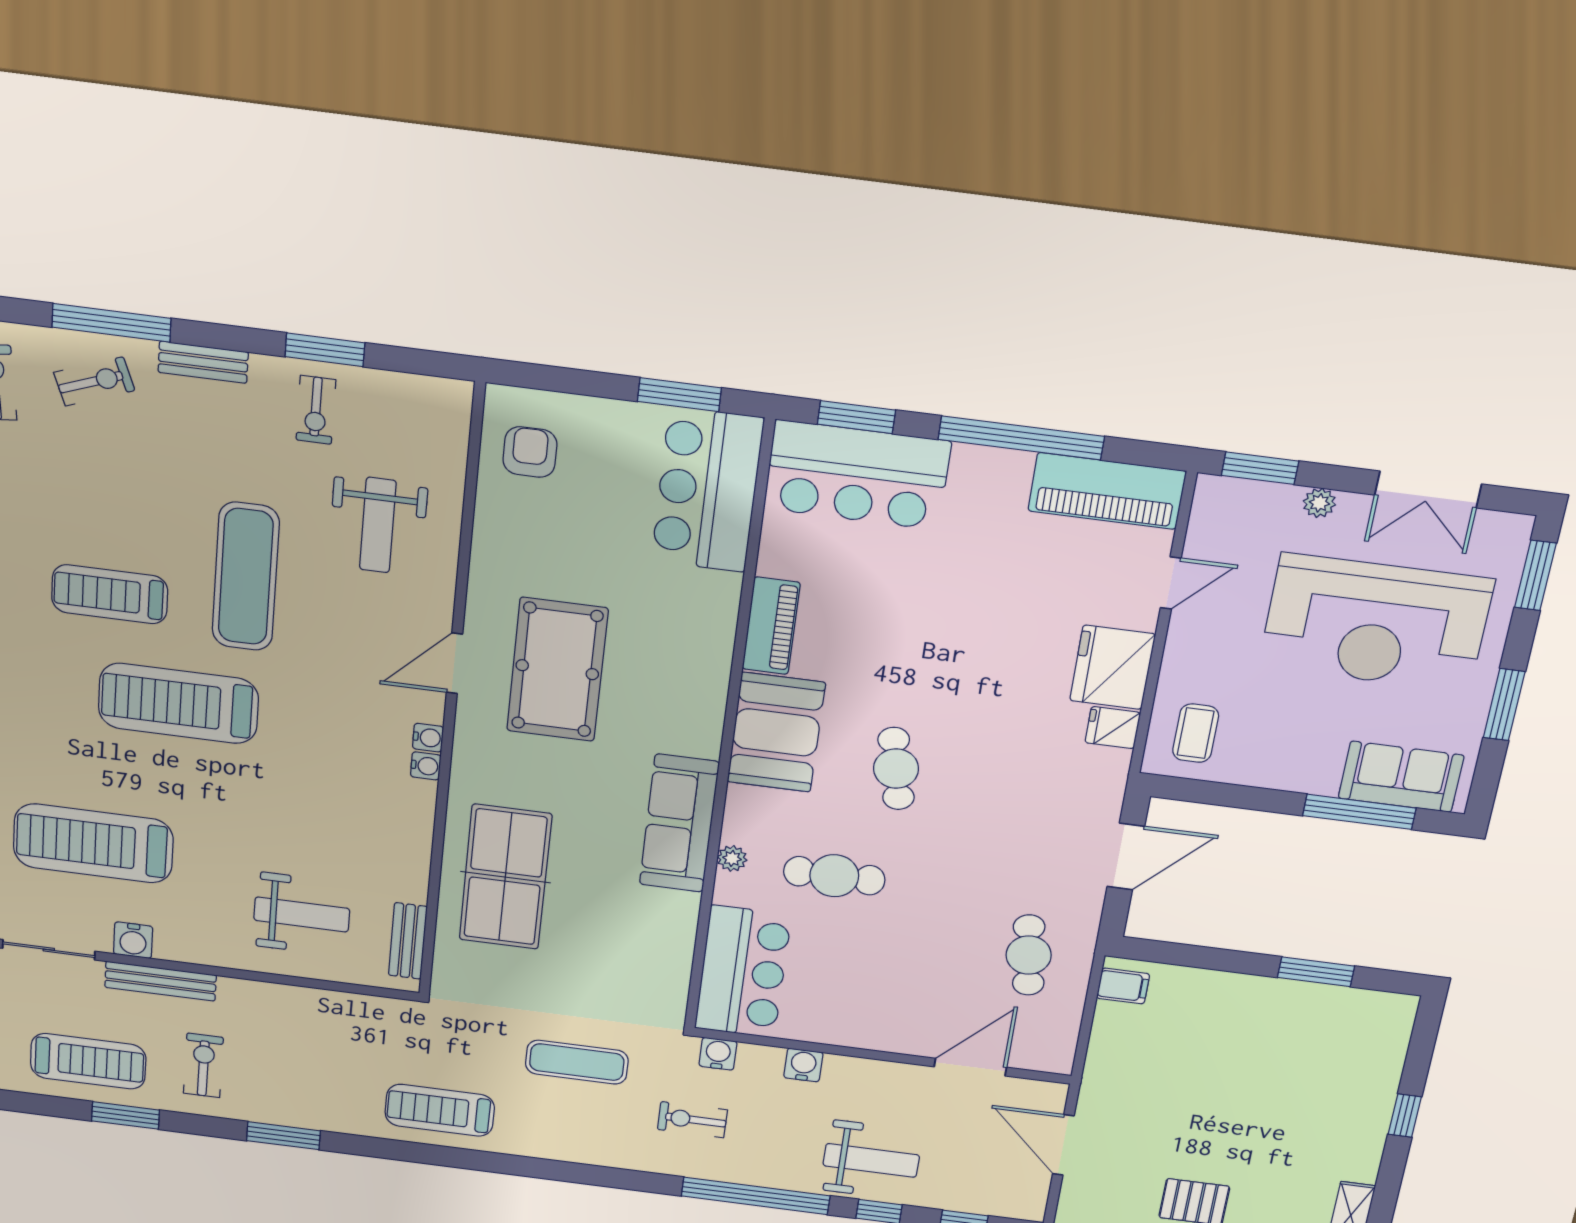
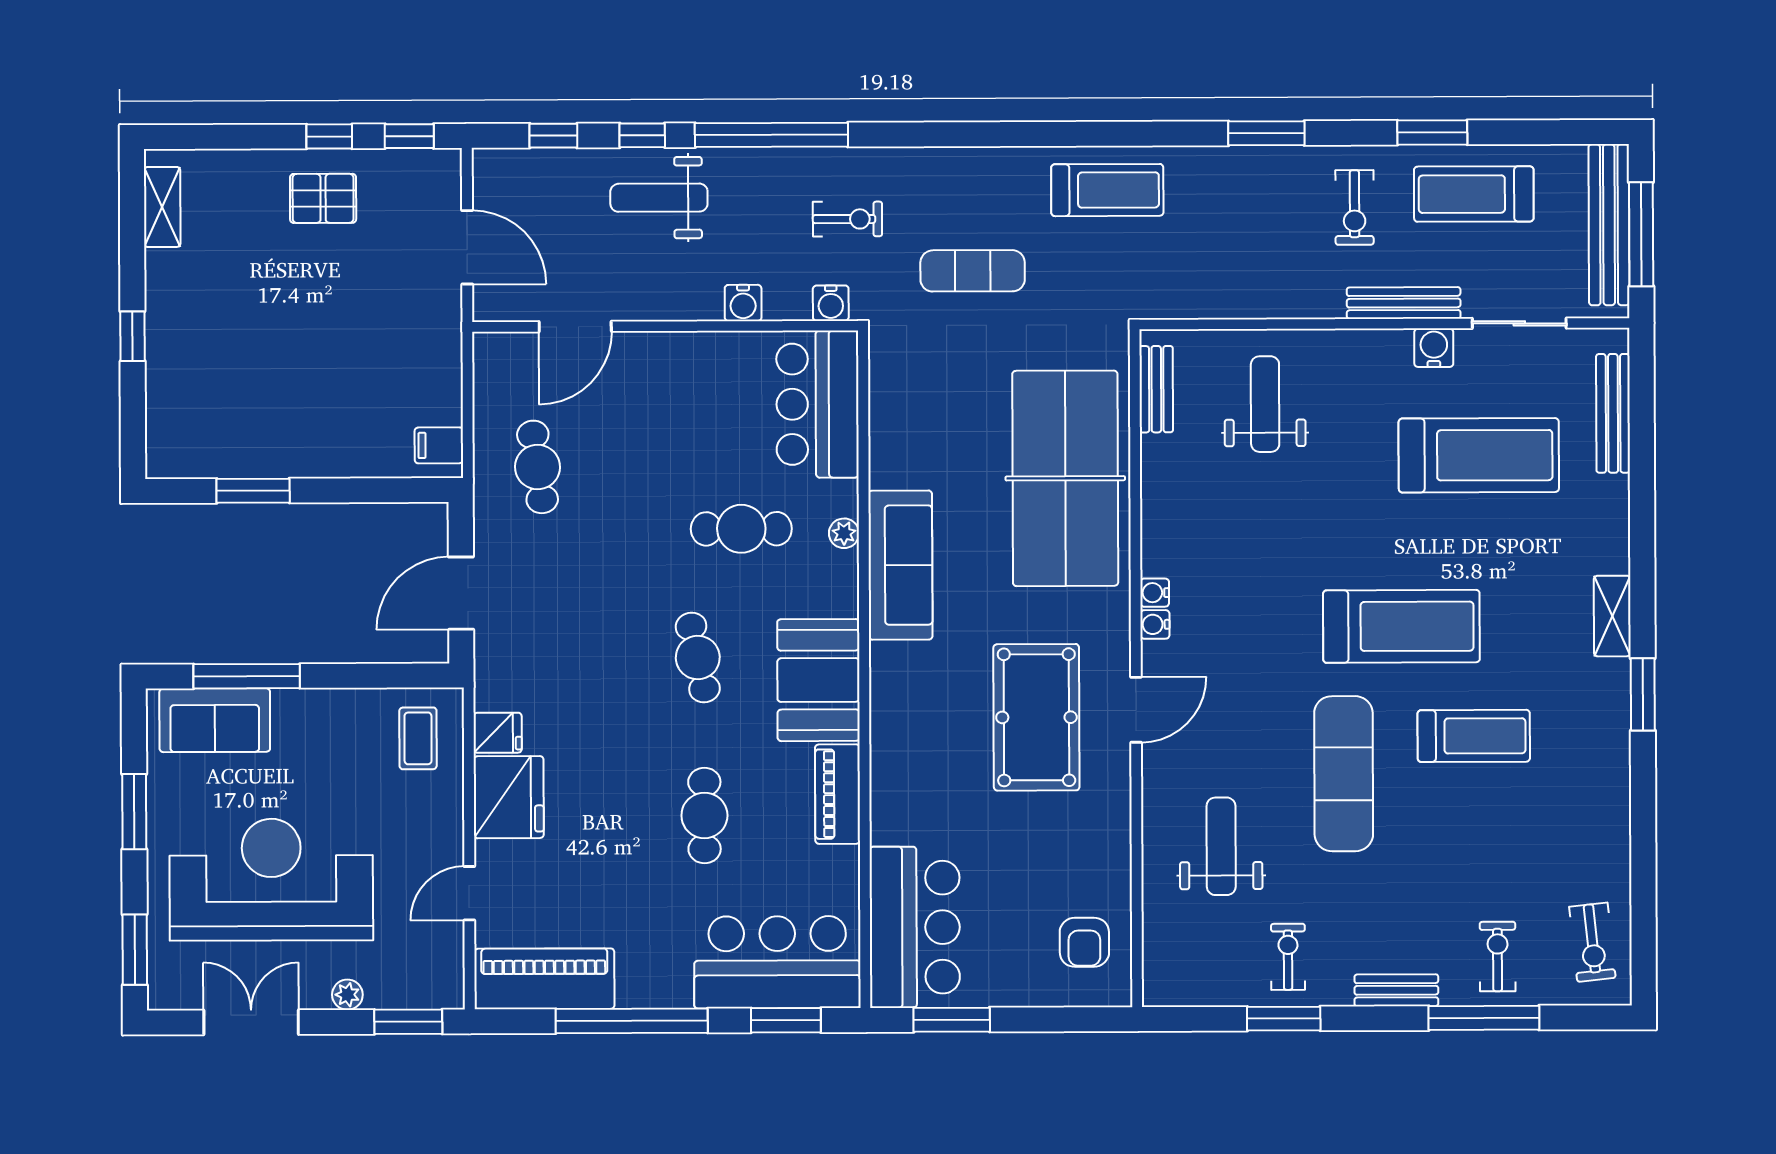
exercise bike: (94, 381) -> (1498, 957), turned 111
cafe table: (912, 624) -> (704, 815), added
table tennis table: (505, 877) -> (1065, 478), width x1.36, depth x1.32
weight bench: (302, 914) -> (1265, 404), turned 90

